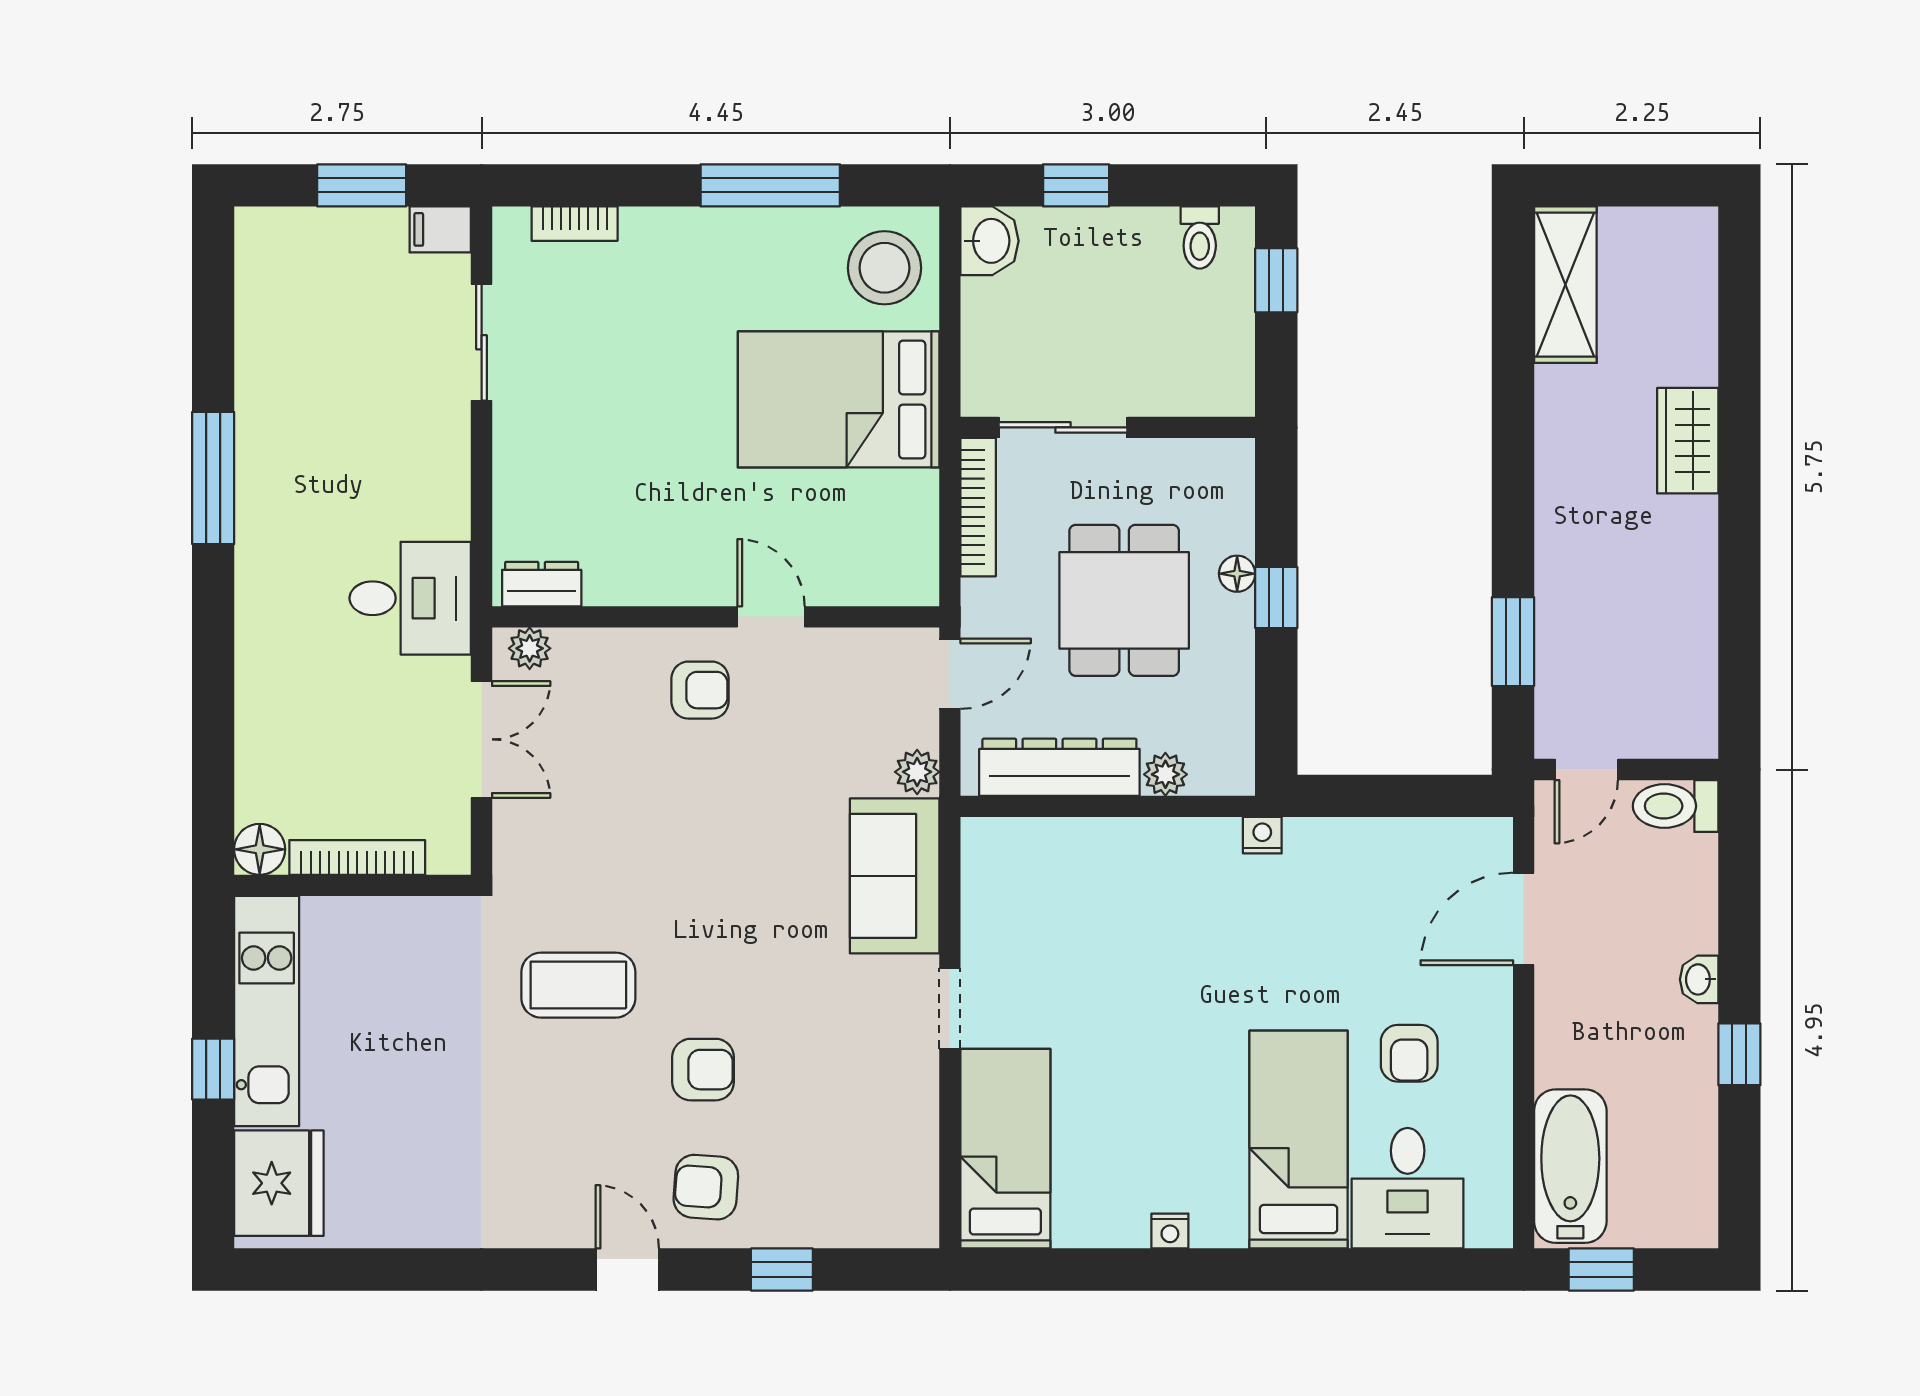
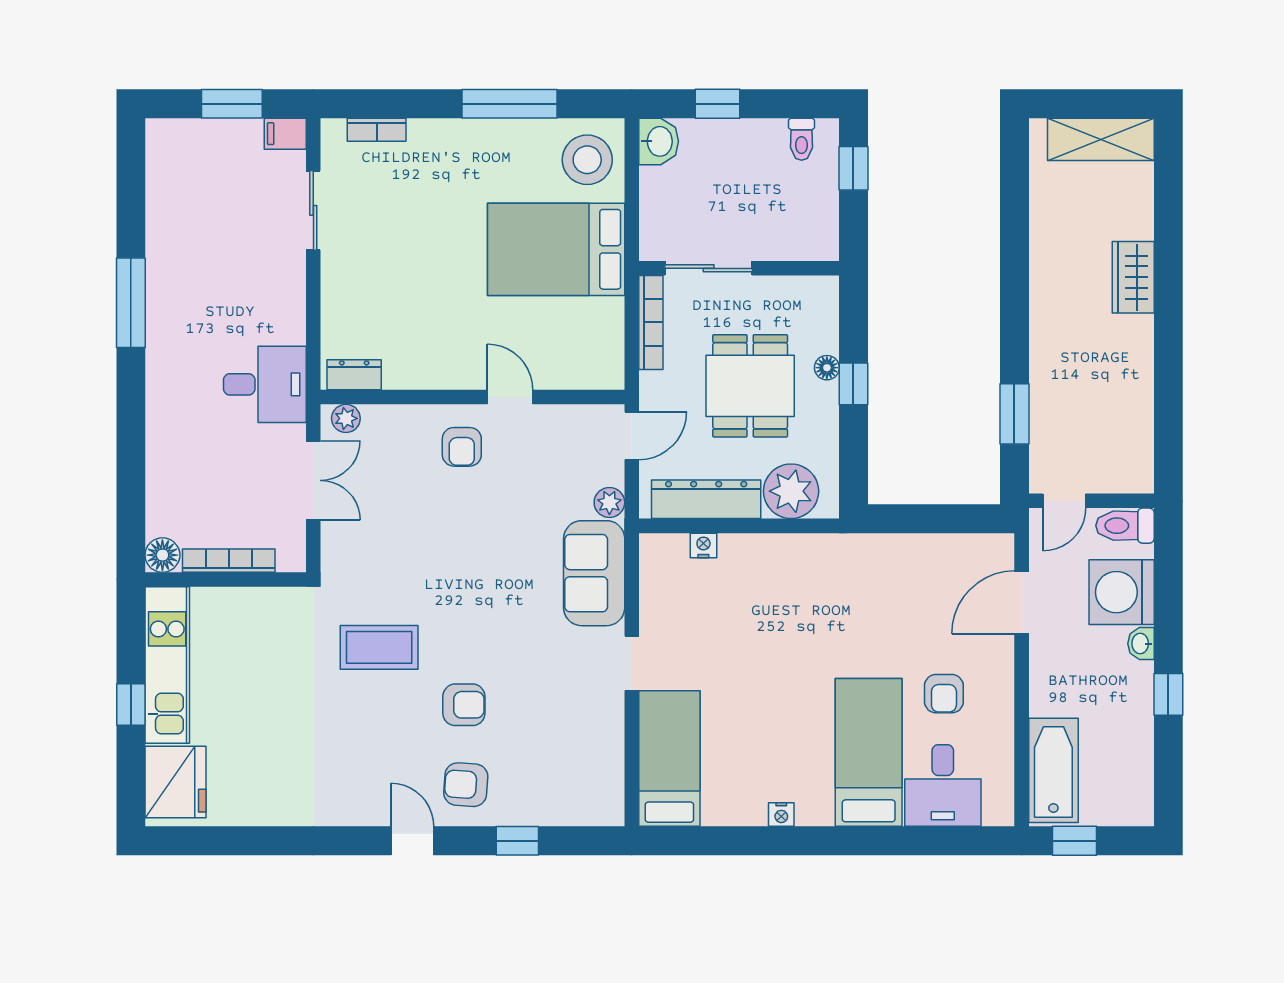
shelving: (1565, 285) -> (1101, 139), moved, turned 90
armchair: (700, 690) -> (462, 447), turned 90
plant: (1165, 774) -> (791, 491), width x1.87, depth x1.87
nightstand: (1262, 835) -> (703, 545), moved
washing machine: (1671, 904) -> (1122, 592), added

